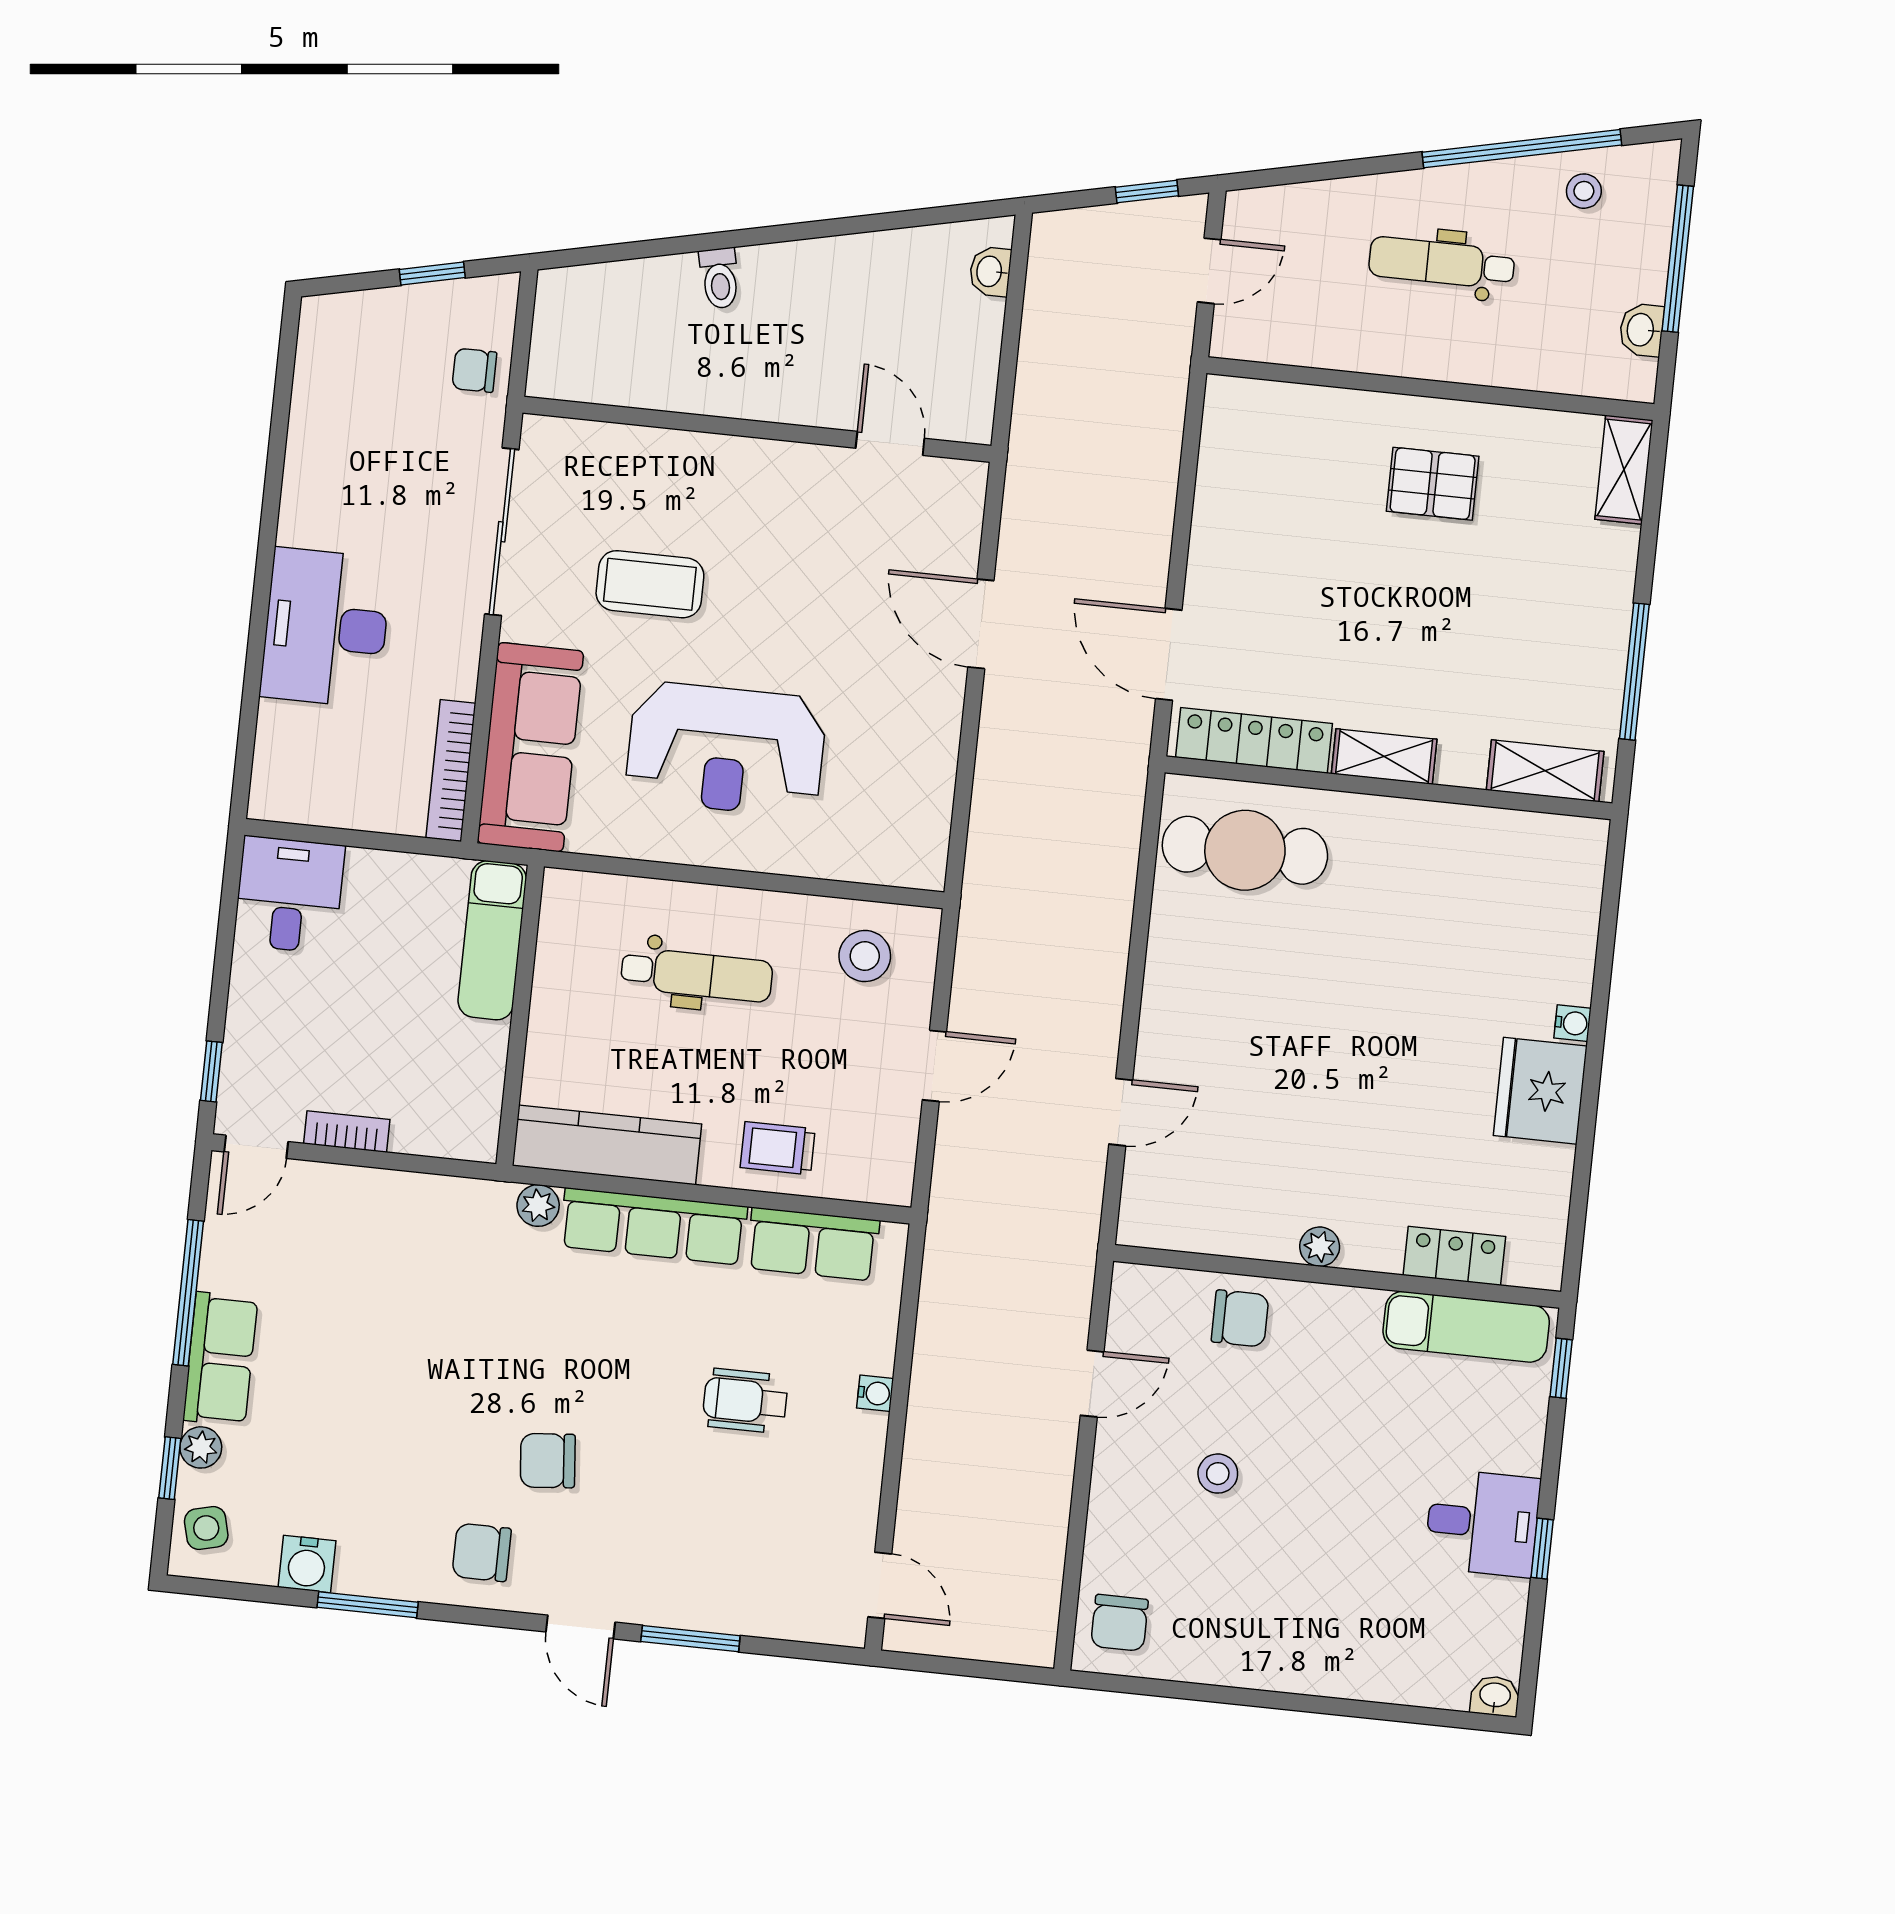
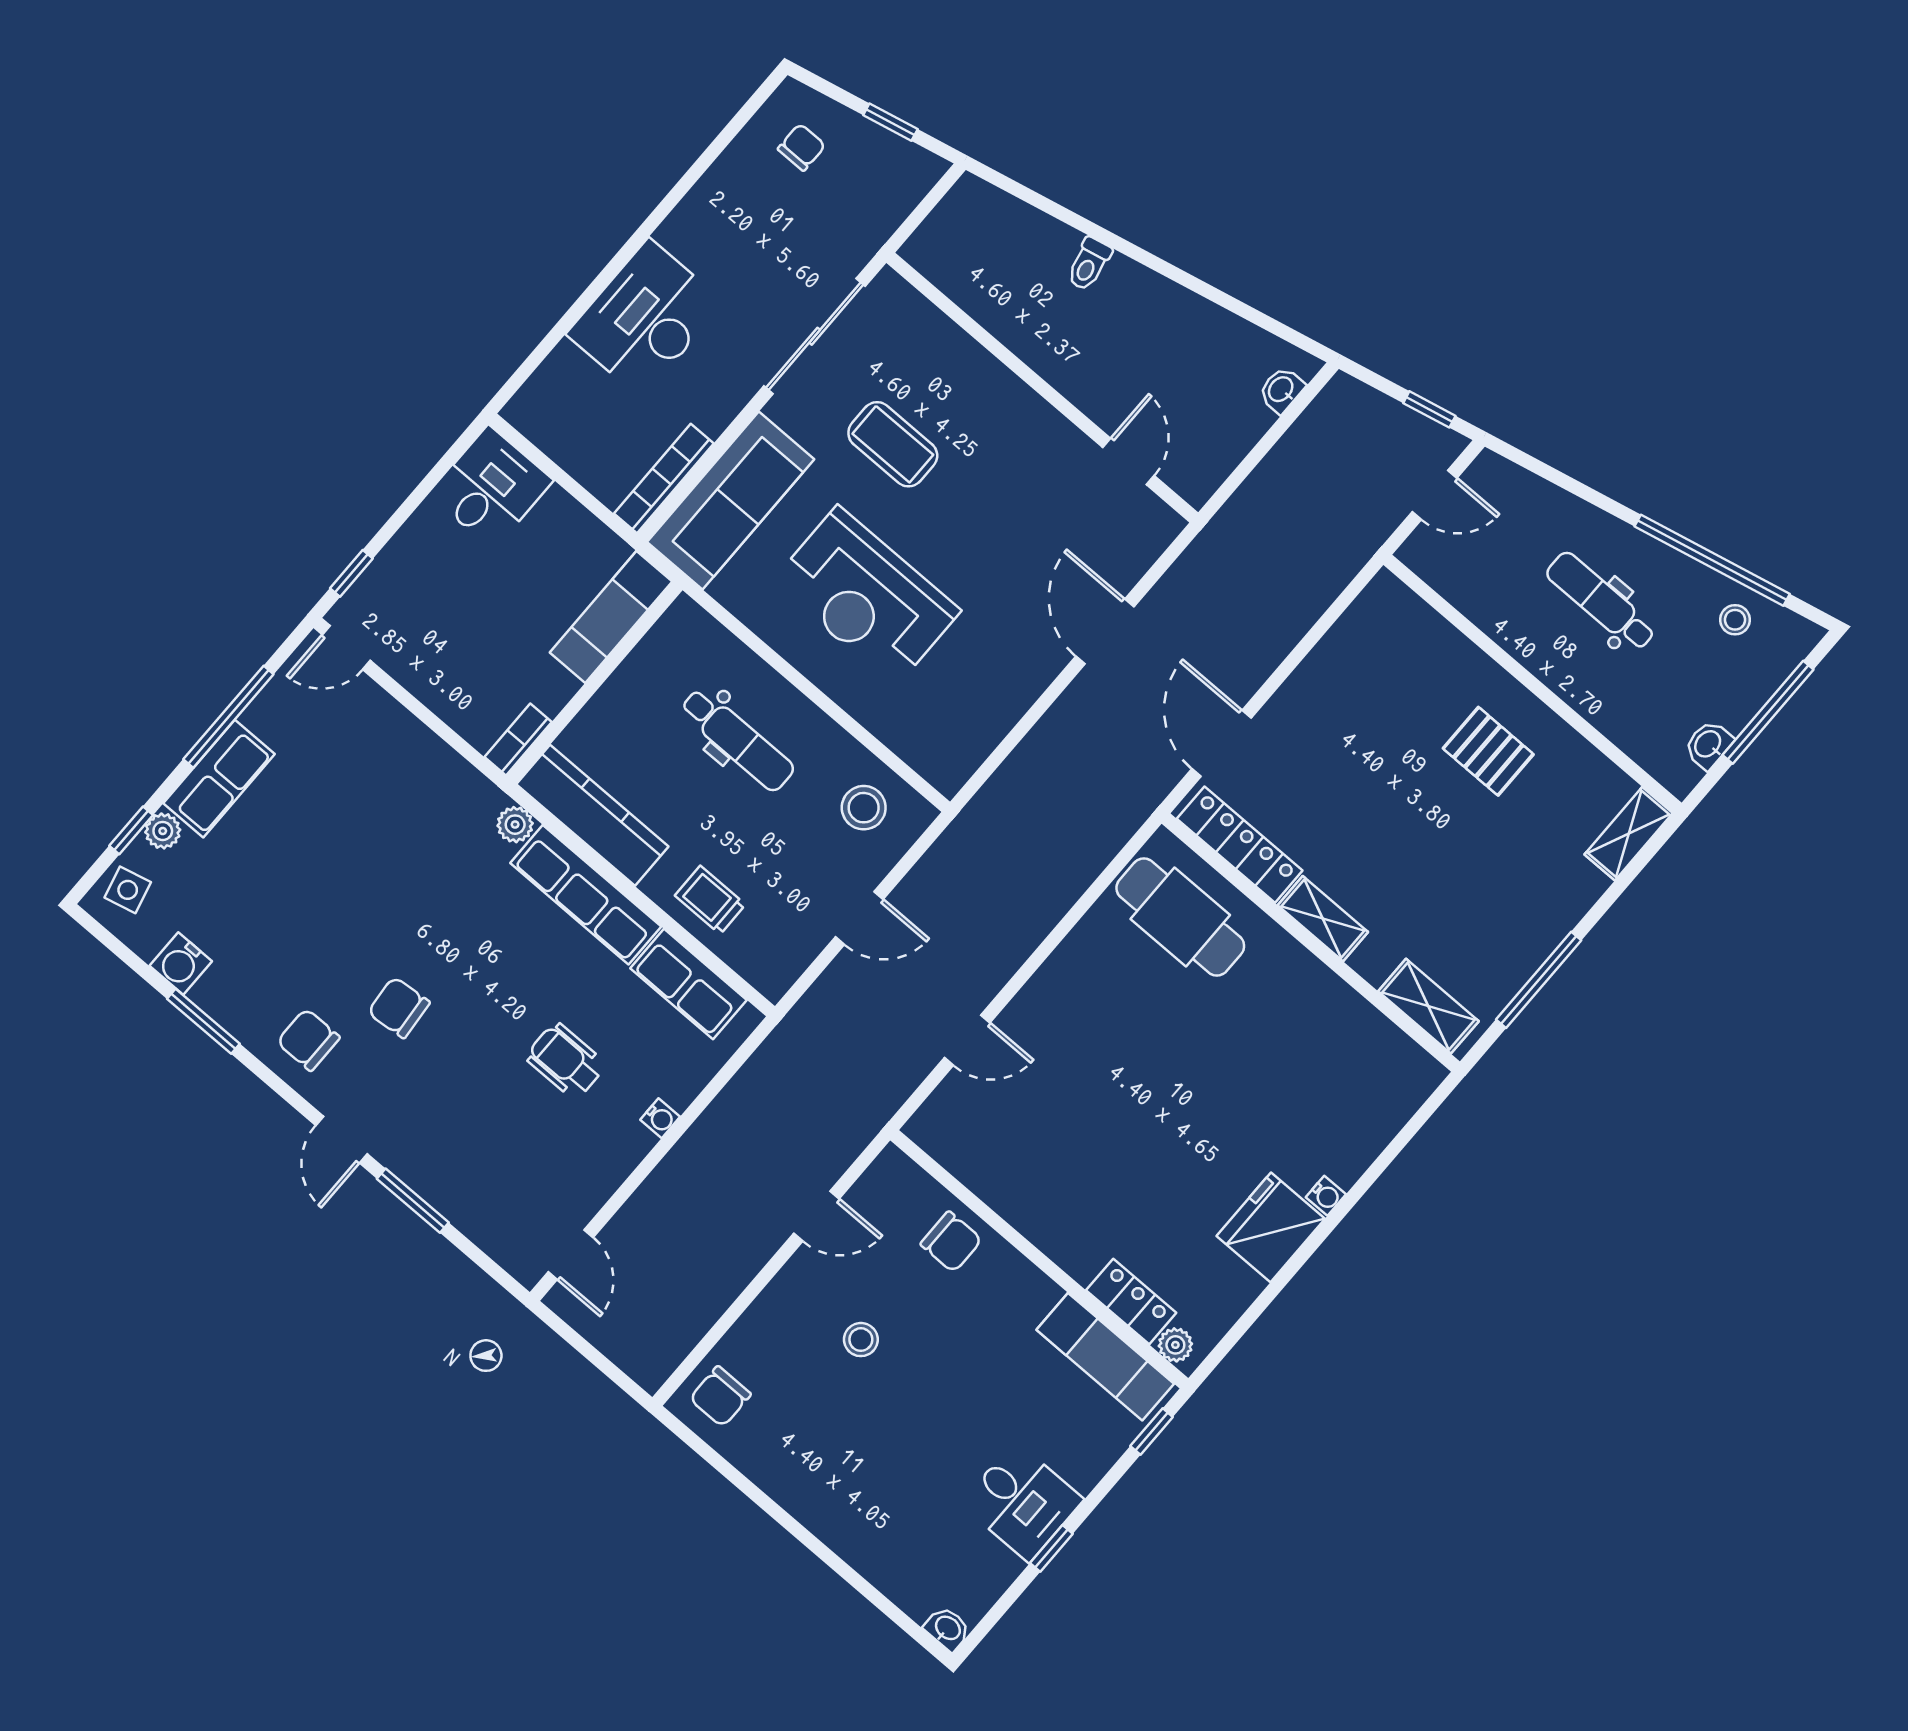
chair: (474, 370) -> (802, 147), moved, turned 90
bookcase: (347, 1132) -> (518, 740), moved, turned -90
plant: (1320, 1247) -> (1175, 1345), moved

